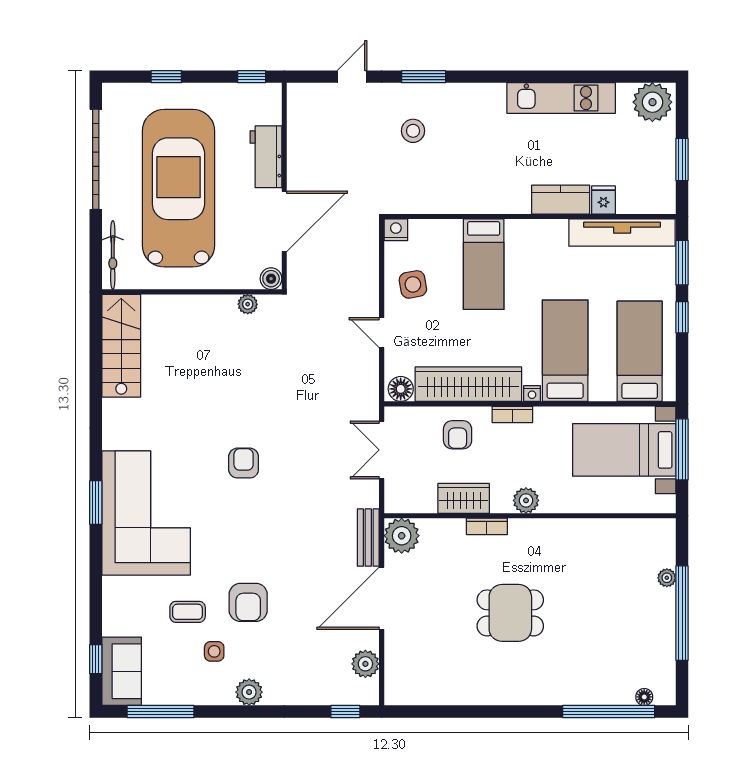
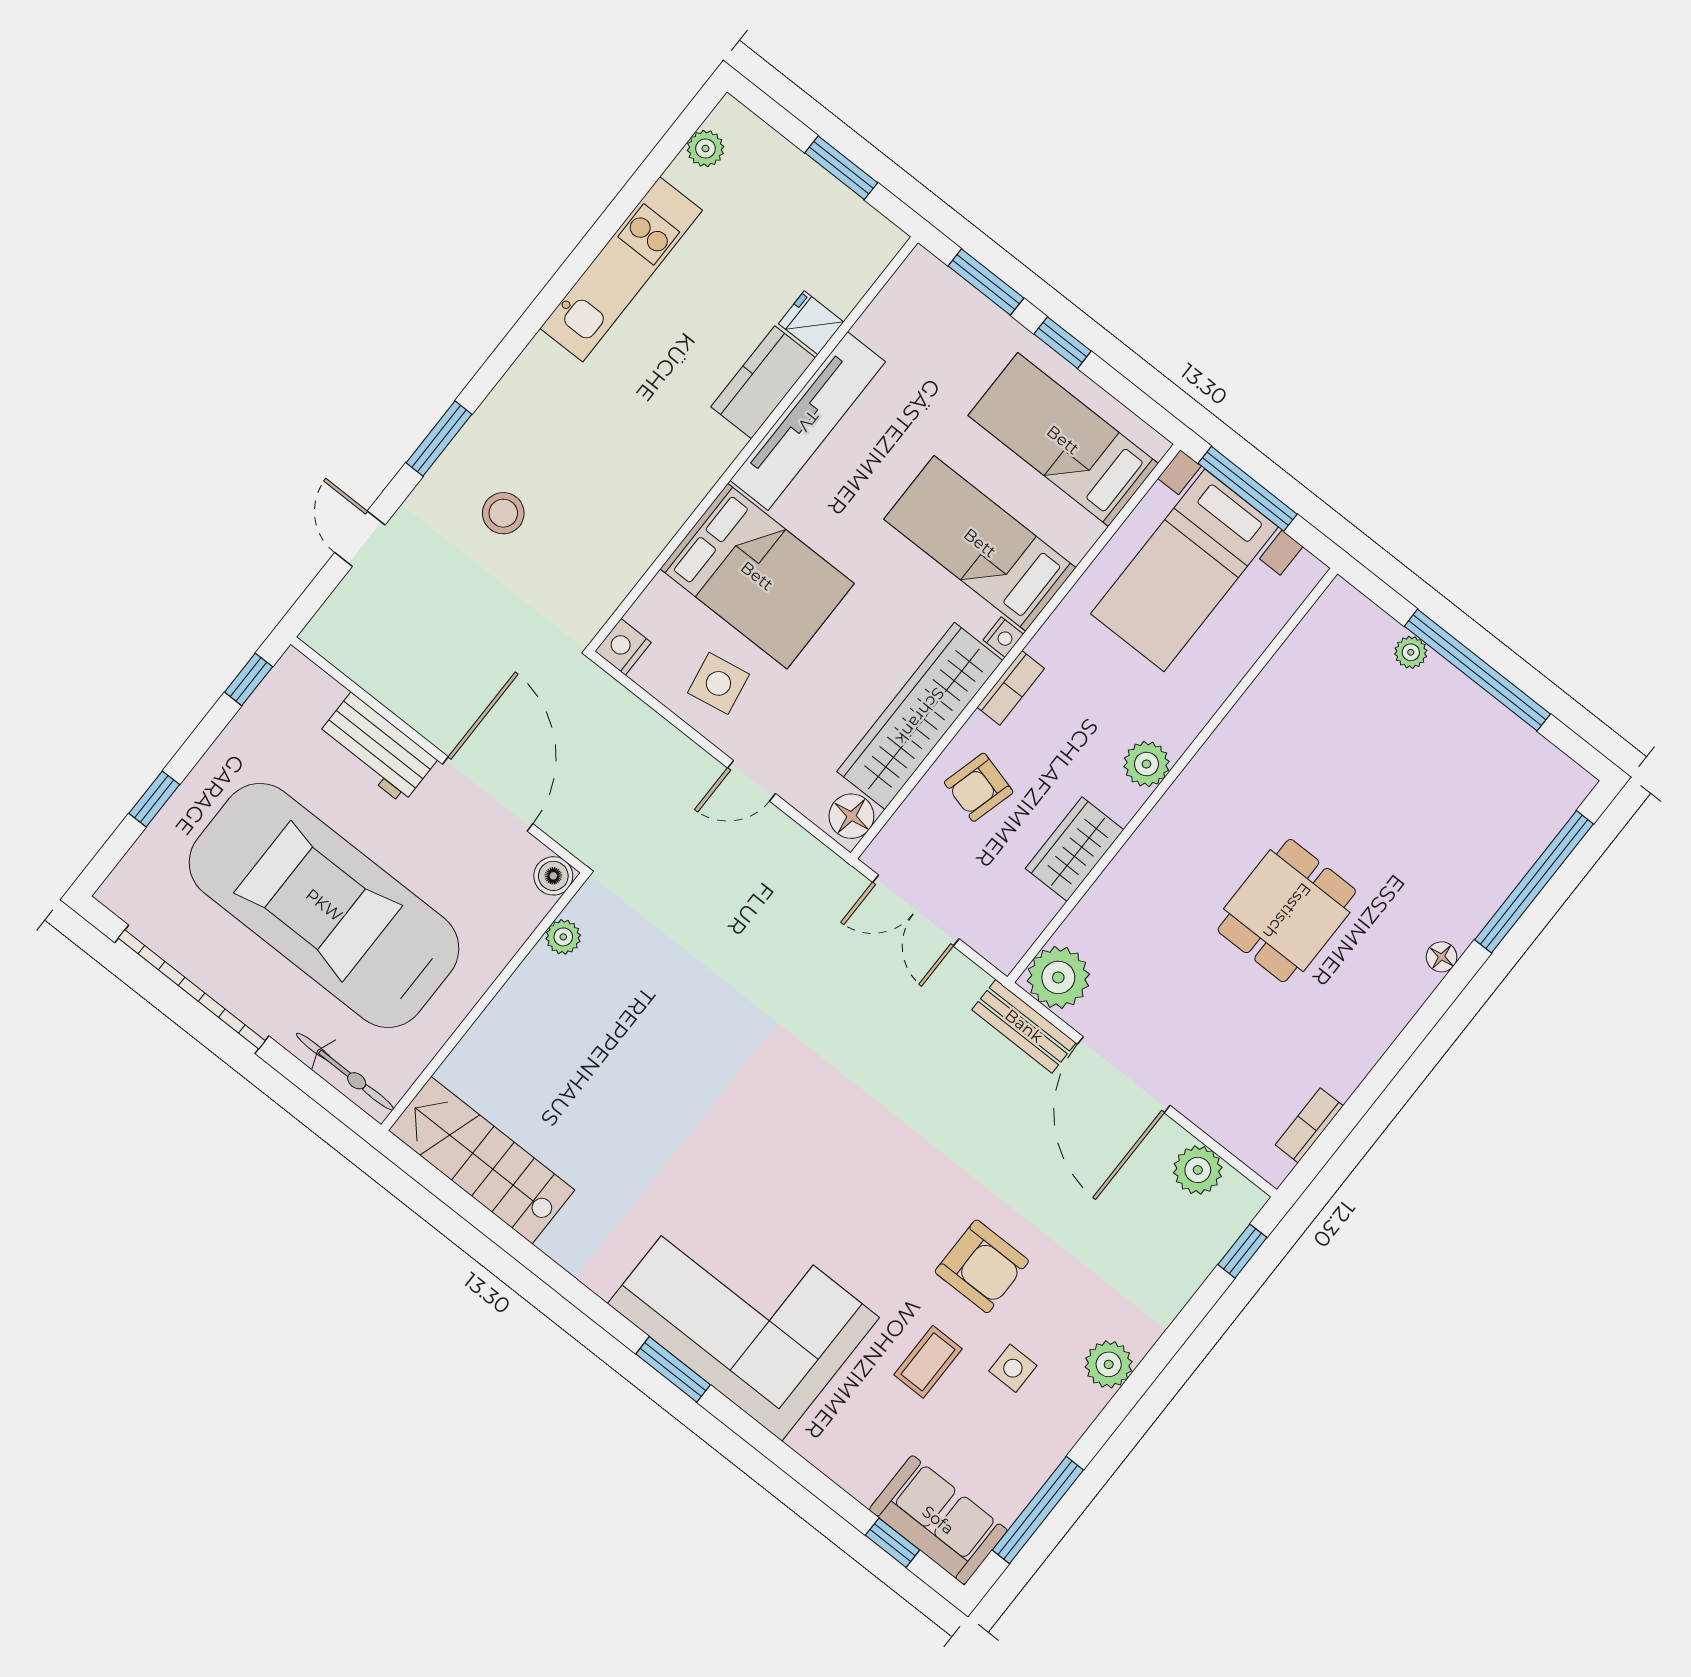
plant: (652, 102) -> (705, 148), width x0.53, depth x0.53
tv unit: (622, 233) -> (808, 421), moved
bed: (484, 264) -> (757, 576), width x1.50
armchair: (458, 435) -> (979, 787), turned 105
armchair: (244, 463) -> (781, 1119), removed
bookcase: (487, 526) -> (1309, 1125), moved, turned 180
floor lamp: (644, 697) -> (1442, 957), moved

